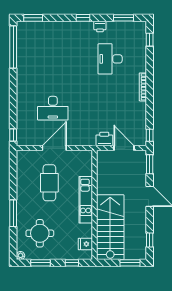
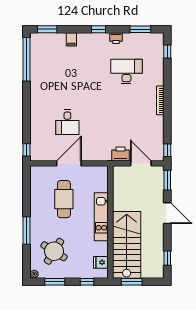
filing cabinet: (57, 28) -> (71, 39), added
desk: (110, 59) -> (126, 71), turned 90
desk: (53, 108) -> (67, 122), width x0.73
round table: (40, 233) -> (54, 251), turned 32
window: (130, 263) -> (132, 282), moved

